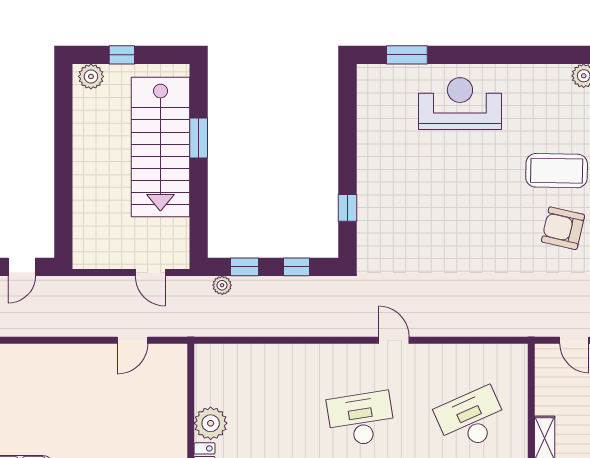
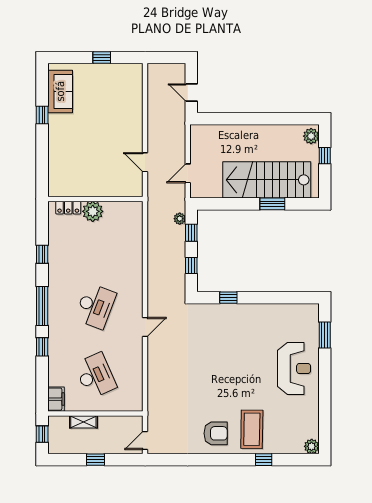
armchair: (563, 228) -> (216, 433), turned 77
desk: (361, 419) -> (95, 306), turned 30

